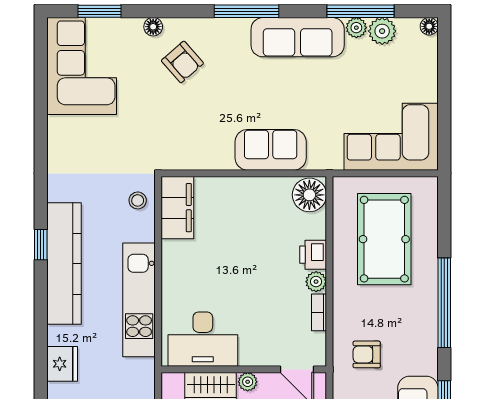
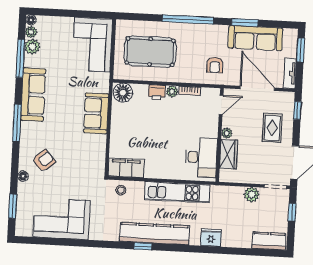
plant: (356, 28) -> (31, 32), moved
corner sofa: (82, 66) -> (62, 219), moved

